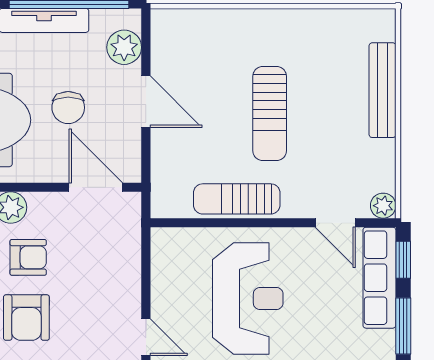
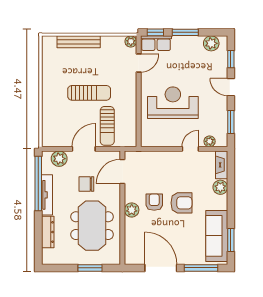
chair: (68, 108) -> (86, 184), turned 180
sun lounger: (237, 199) -> (107, 126), moved
row of seats: (379, 278) -> (156, 43), width x0.68

